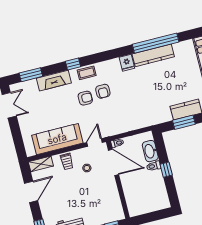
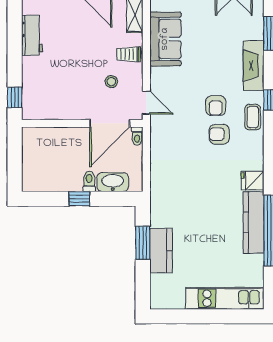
sofa: (57, 139) -> (165, 39), width x0.73

